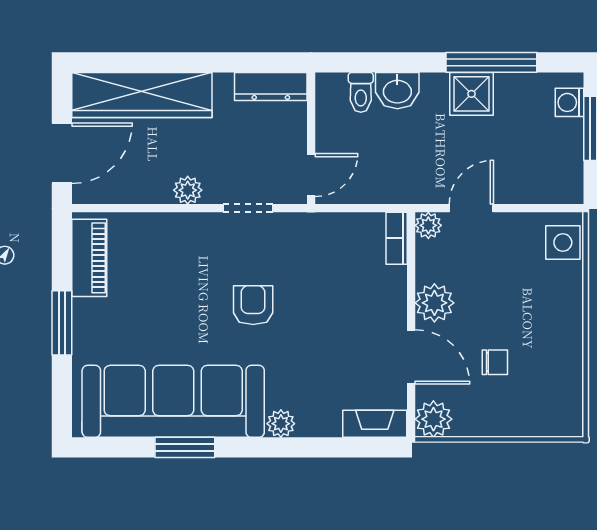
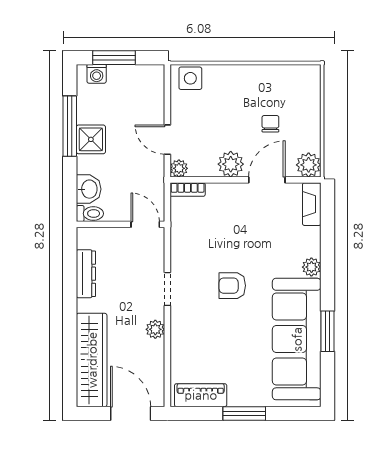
wall: (311, 138) -> (121, 224), moved
door: (311, 175) -> (145, 224), moved

